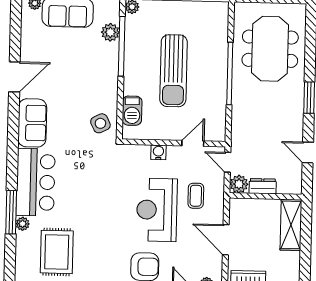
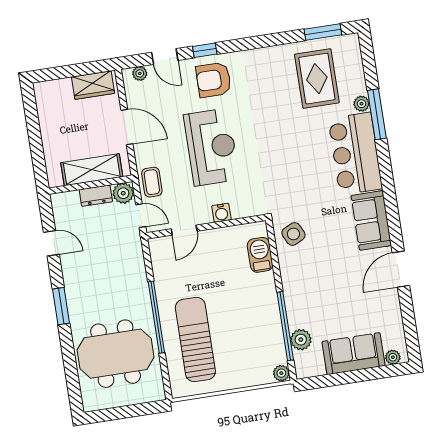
meeting table: (270, 49) -> (116, 354), turned 90
sun lounger: (174, 71) -> (195, 340), moved
coffee table: (196, 196) -> (152, 182), moved
shelving: (291, 225) -> (92, 170), moved, turned 90

